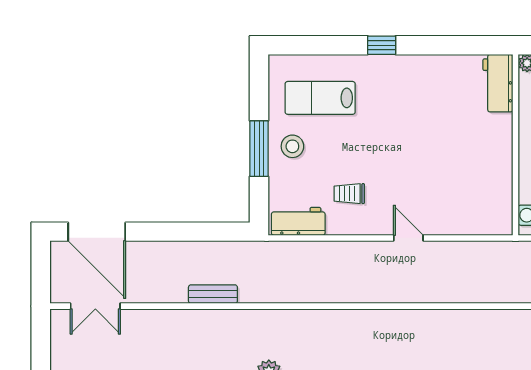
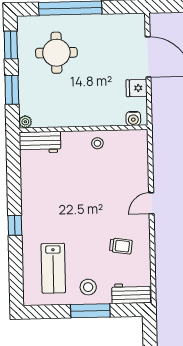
stool: (495, 164) -> (97, 143), added
trolley: (349, 194) -> (121, 246), turned -82
workbench: (298, 221) -> (131, 294), moved, turned 90

